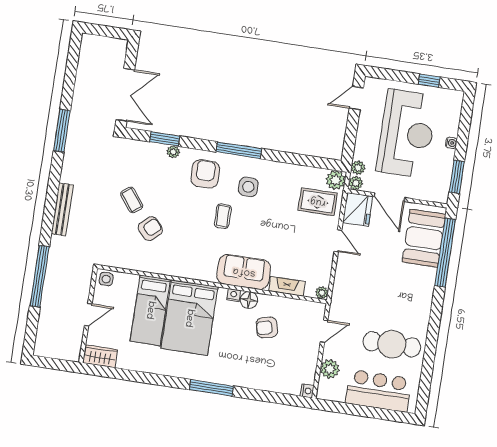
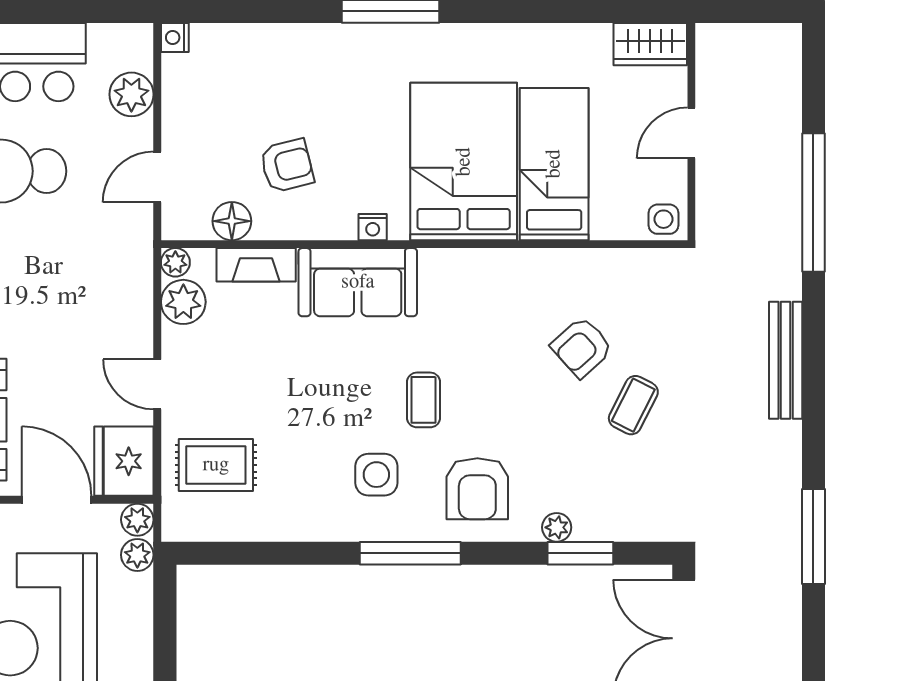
plant: (336, 180) -> (183, 302), moved
coffee table: (132, 200) -> (633, 405), turned 64
floor lamp: (249, 300) -> (232, 221), moved

